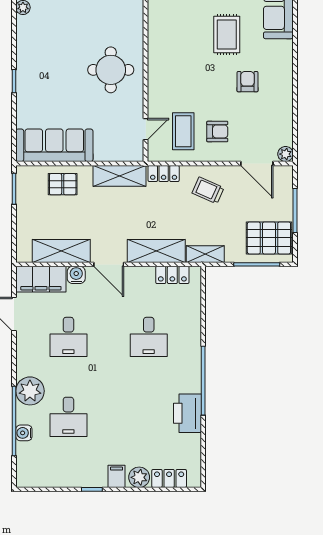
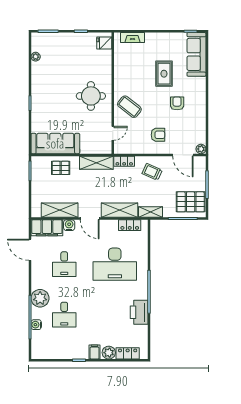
coffee table: (183, 131) -> (129, 107), moved, turned -52
desk: (149, 337) -> (115, 264), width x1.87, depth x1.30

